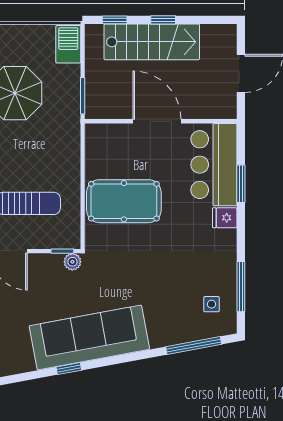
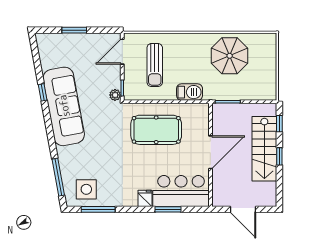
barbecue: (68, 44) -> (190, 92), moved
pool table: (124, 201) -> (156, 130), turned 90
side table: (212, 304) -> (86, 189), width x1.87, depth x1.87

